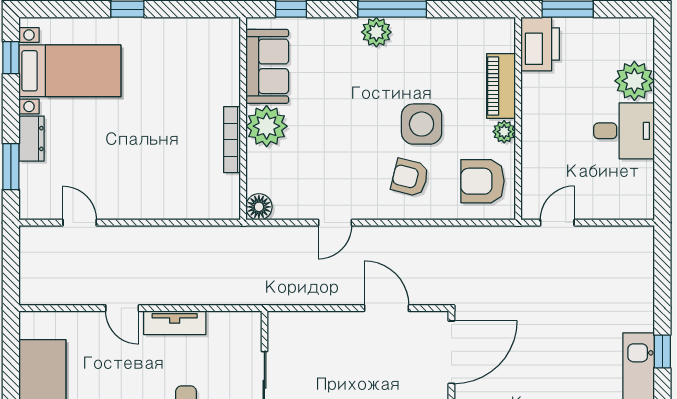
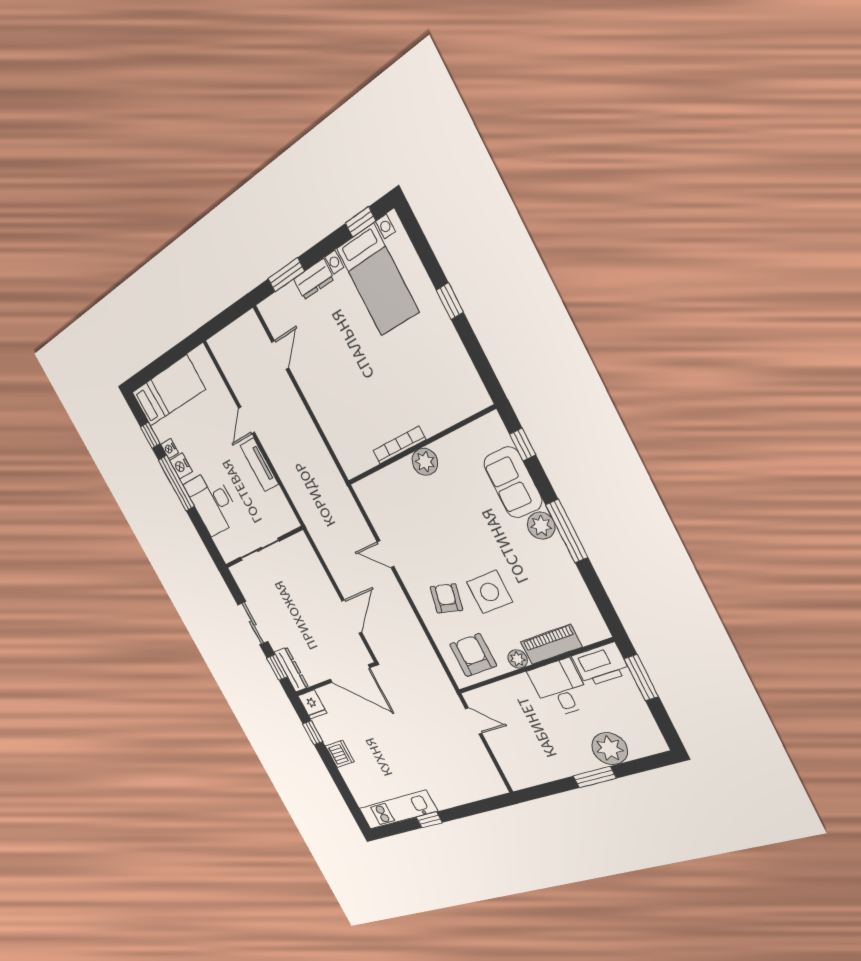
sofa: (267, 66) -> (513, 482), moved, turned 90
window: (662, 114) -> (595, 777), added
plant: (267, 126) -> (425, 462), width x0.73, depth x0.73
desk: (624, 131) -> (560, 688), moved, turned 180
floor lamp: (259, 207) -> (365, 490), removed

